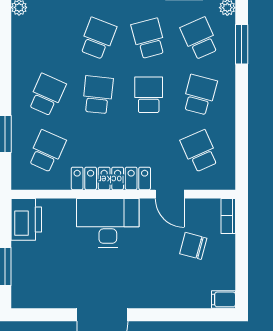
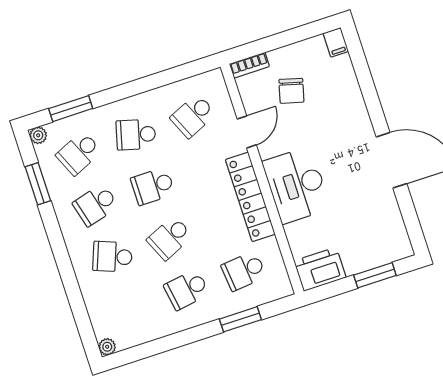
school desk: (47, 95) -> (187, 290), turned -33
school desk: (98, 95) -> (170, 238), turned -30
school desk: (47, 151) -> (244, 271), turned -30

